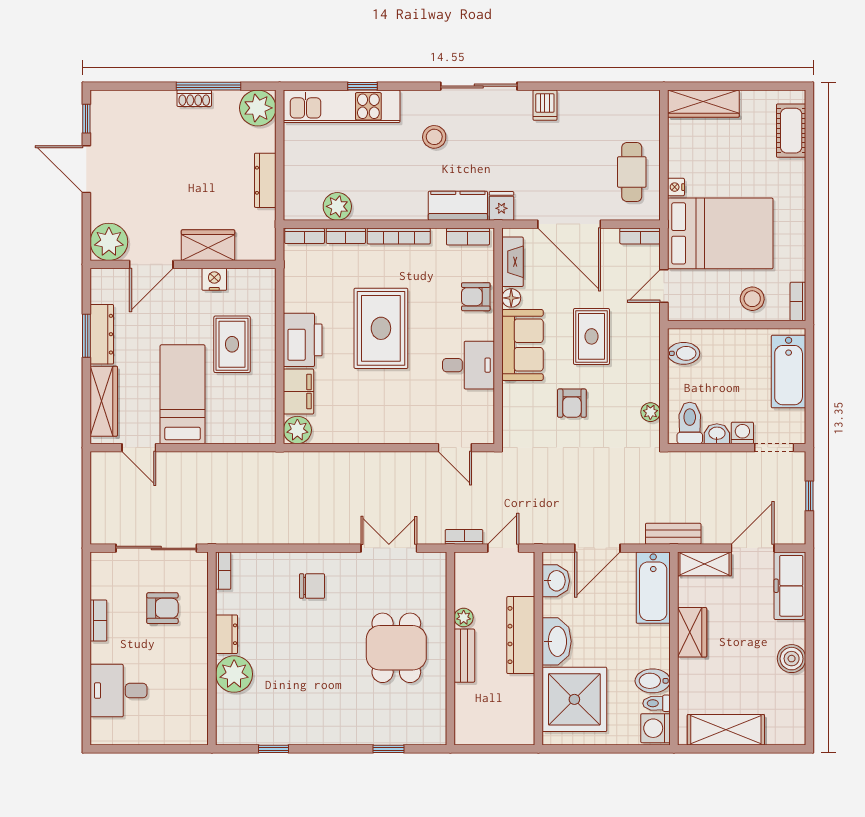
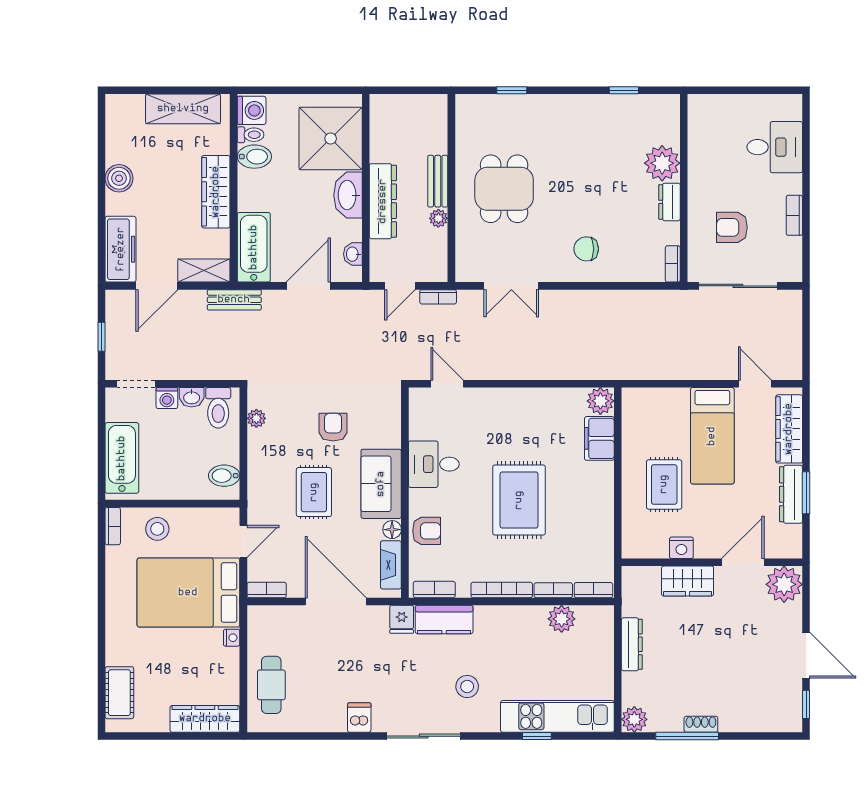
plant: (258, 108) -> (634, 719), width x0.73, depth x0.73
cafe table: (632, 172) -> (271, 685), moved
printer: (303, 340) -> (595, 489), removed
washbasin: (556, 581) -> (353, 254), width x0.72, depth x0.69
wardrobe: (692, 632) -> (216, 192), width x1.50

